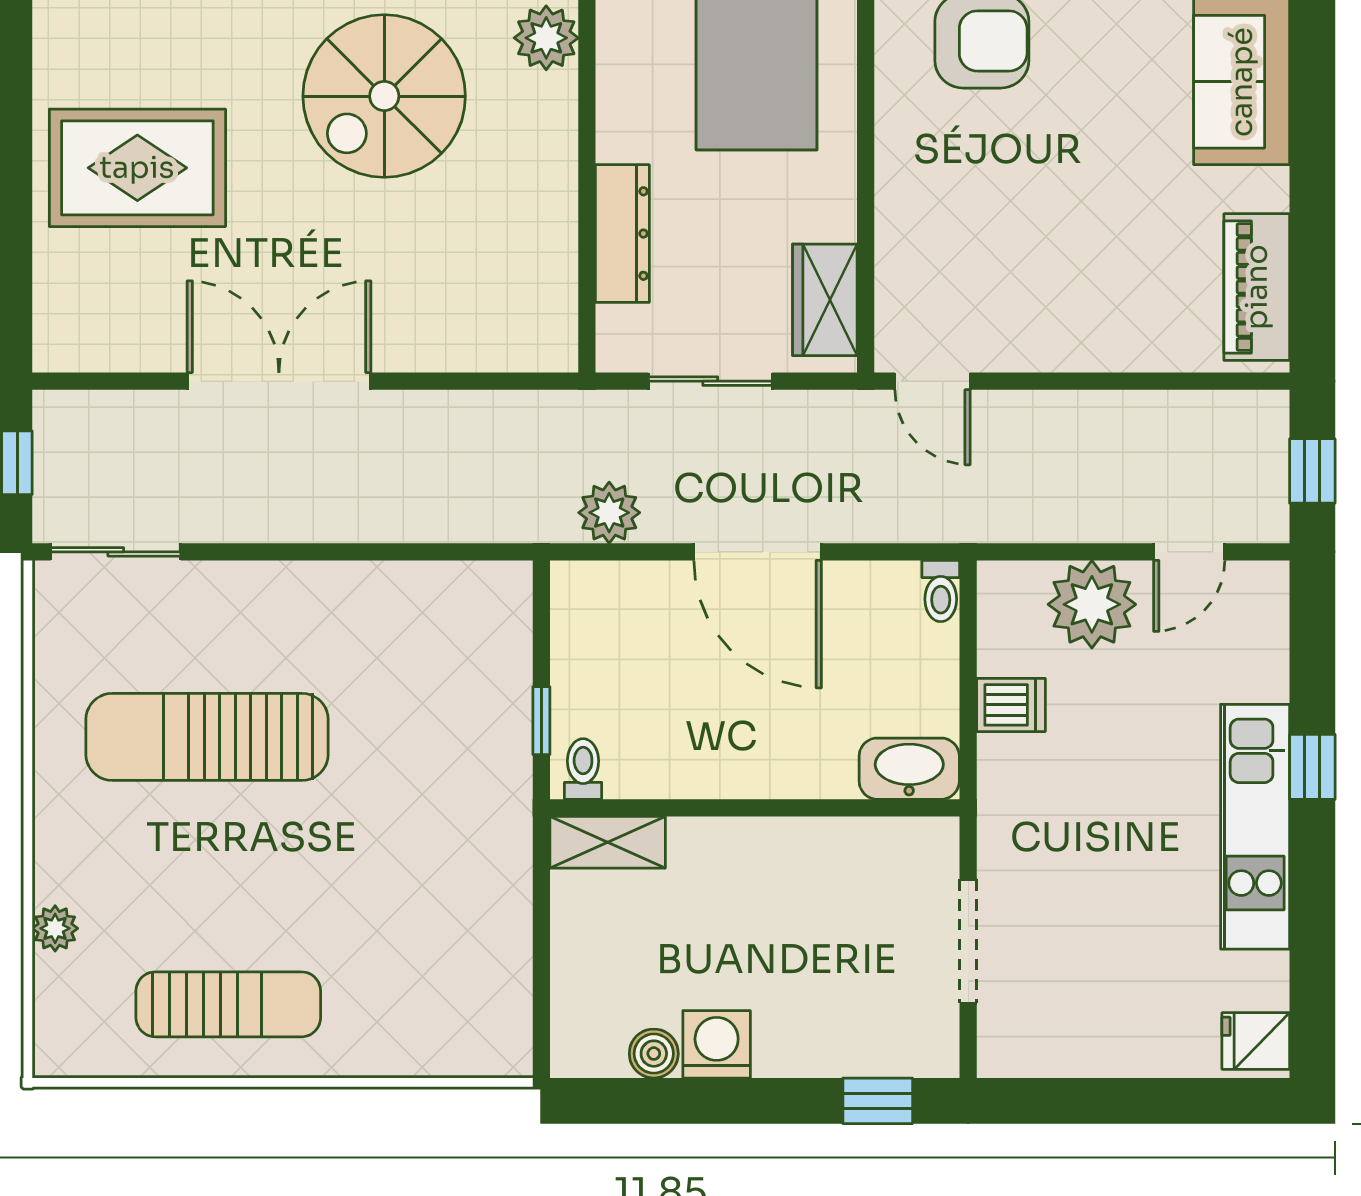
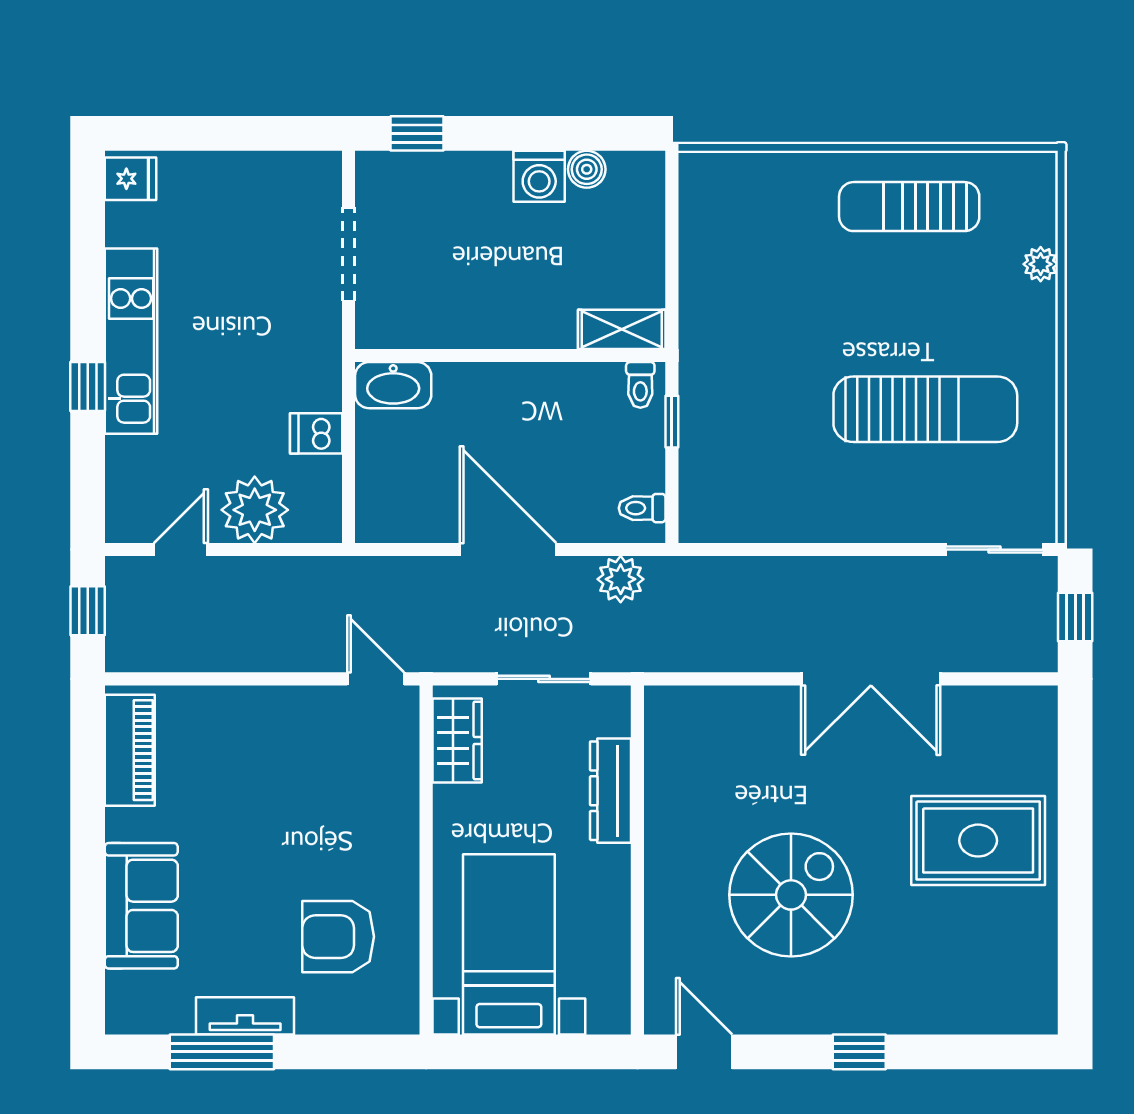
plant: (546, 38) -> (668, 939), removed
toilet: (941, 591) -> (642, 508), moved, turned -90

